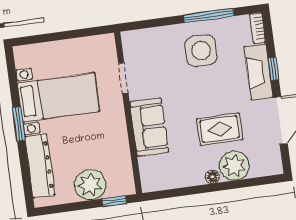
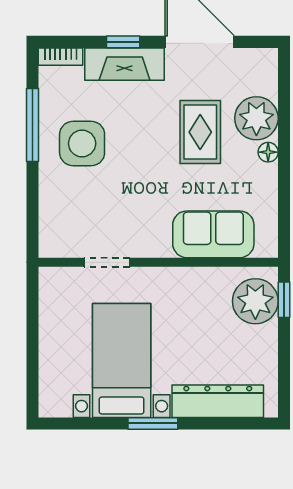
sofa: (149, 127) -> (213, 234), moved
plant: (90, 185) -> (255, 301), moved

